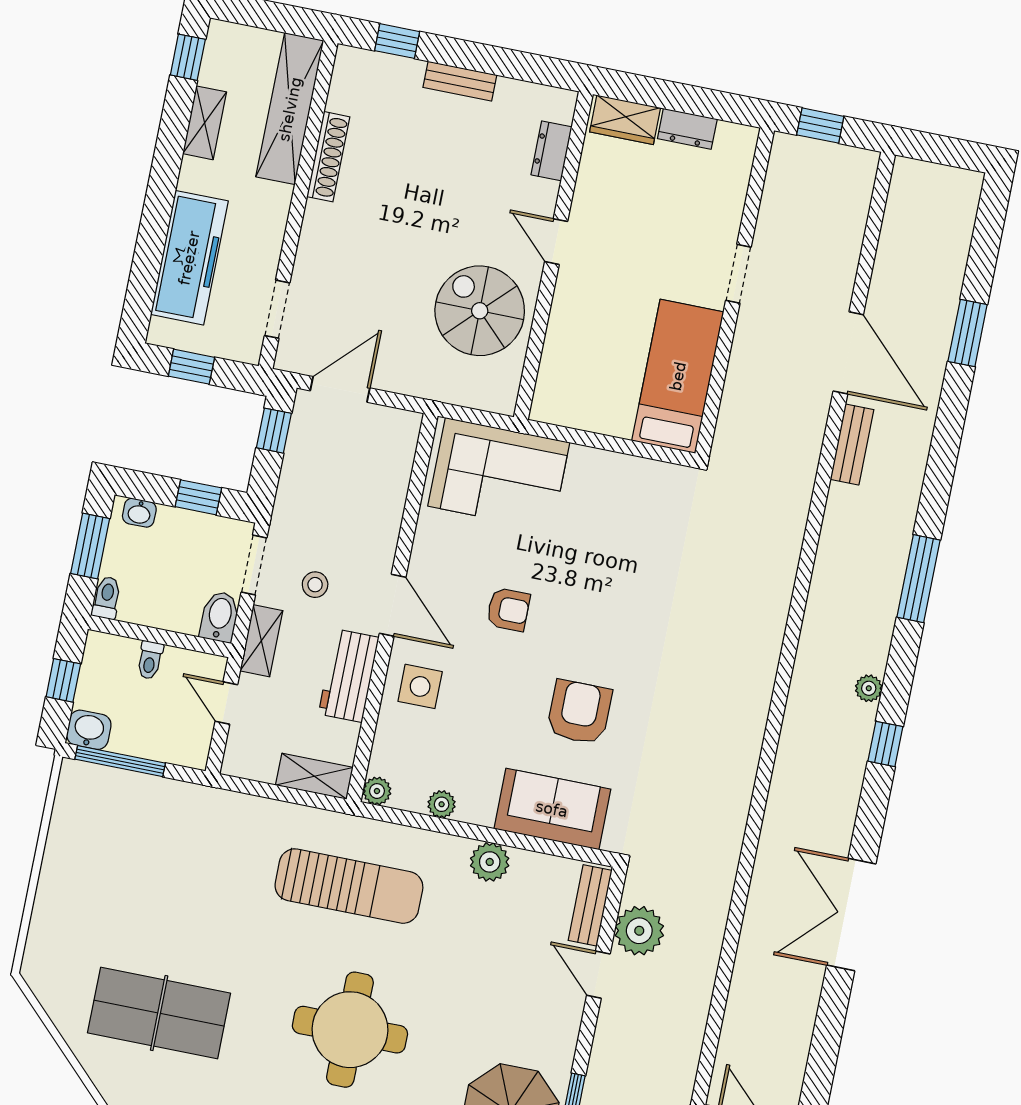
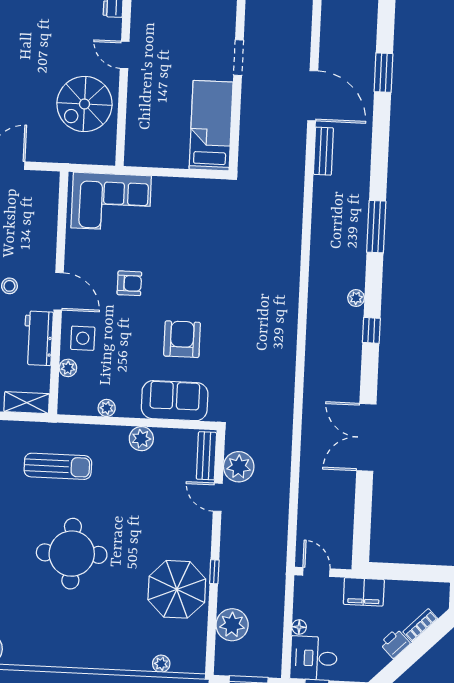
spiral stairs: (480, 311) -> (84, 104), turned -90
plant: (377, 791) -> (68, 368), moved
sun lounger: (349, 886) -> (58, 466), width x0.73, depth x0.75

